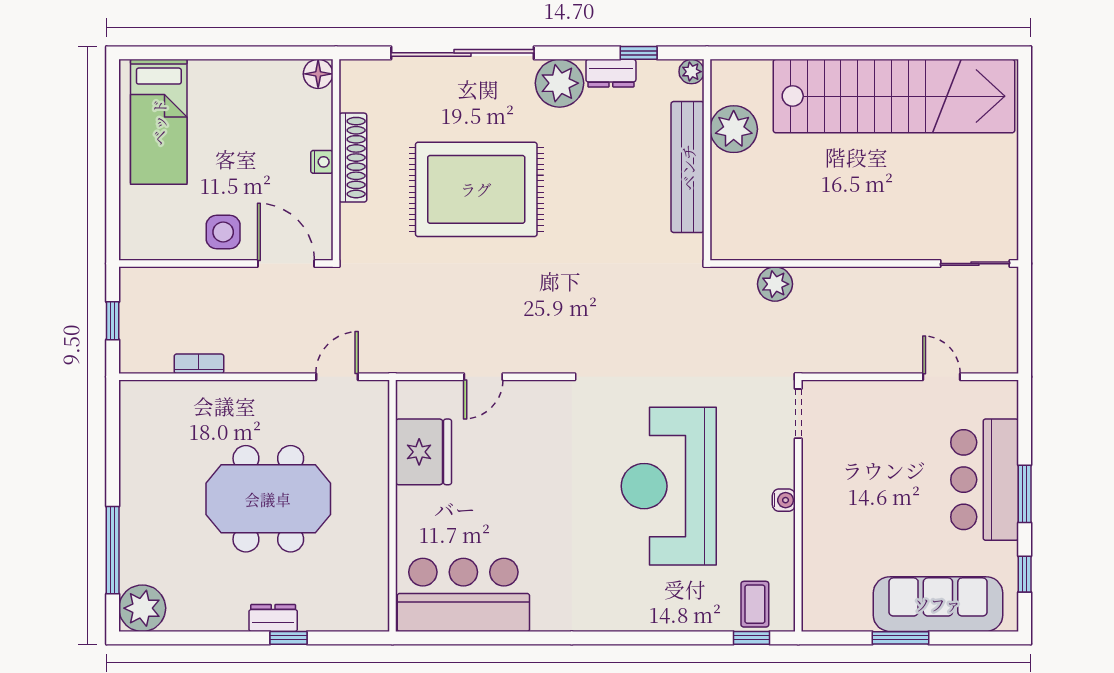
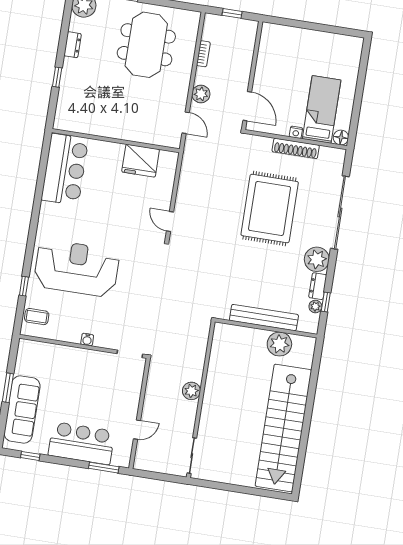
plant: (692, 72) -> (315, 306), moved
bed: (159, 122) -> (322, 110), moved, turned 90
side table: (223, 232) -> (268, 77), removed
door: (286, 264) -> (247, 106), hinge flipped
plant: (775, 284) -> (191, 391), moved
plant: (277, 356) -> (201, 94), added
door: (483, 377) -> (170, 221), moved
reception desk: (669, 486) -> (77, 268), moved
window: (1025, 494) -> (104, 468), moved
meeting table: (268, 499) -> (146, 45), moved
dresser: (273, 618) -> (73, 45), moved
window: (751, 638) -> (24, 286), moved

